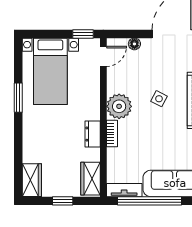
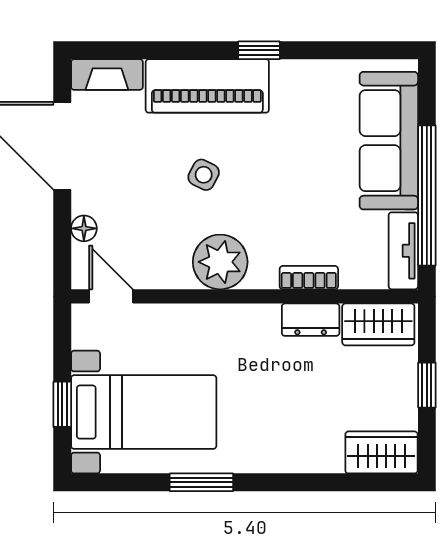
window: (83, 34) -> (62, 404), moved
bookcase: (112, 133) -> (309, 278), moved
dresser: (93, 134) -> (311, 320), moved

